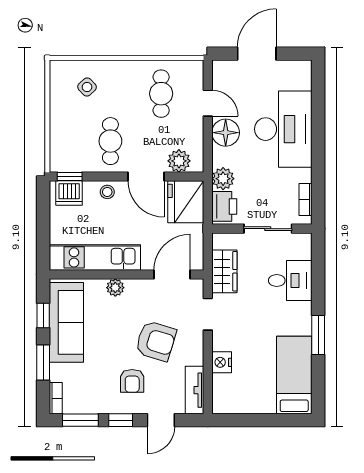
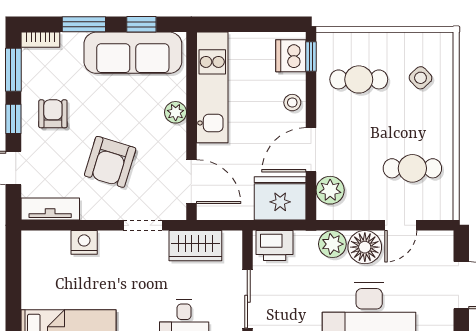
cafe table: (110, 141) -> (359, 79), moved
plant: (223, 179) -> (332, 244), moved
armchair: (132, 381) -> (53, 114), moved, turned 90

